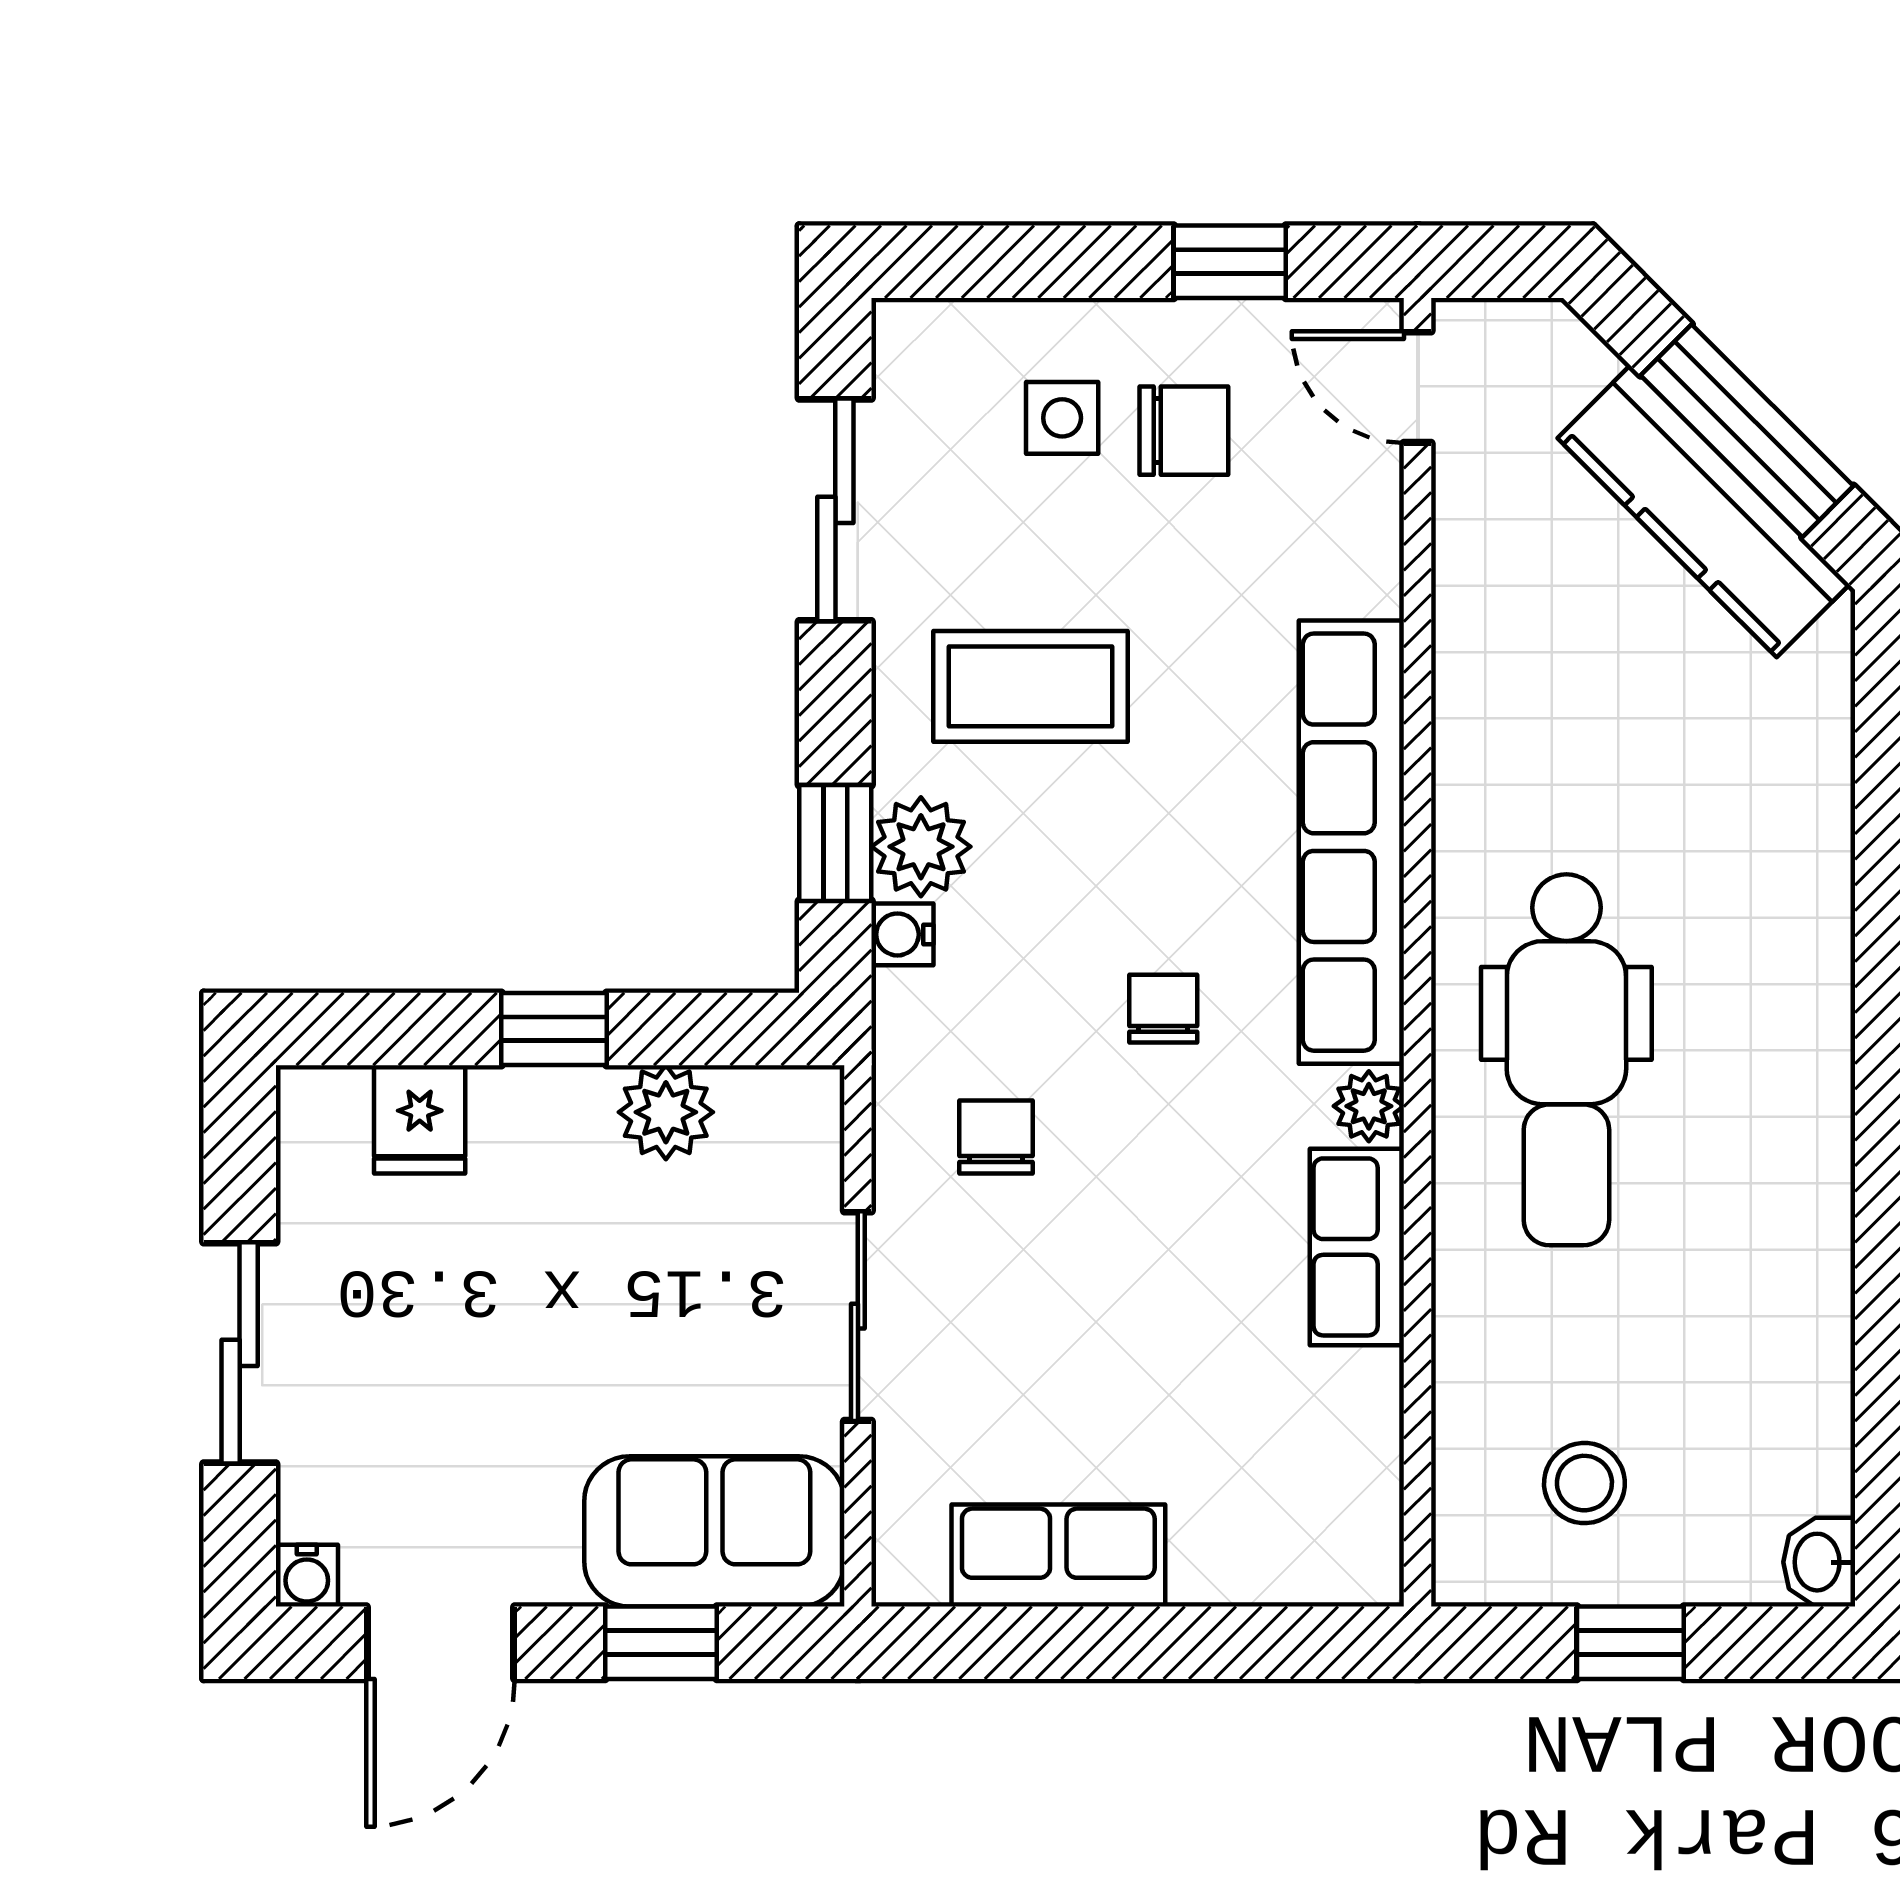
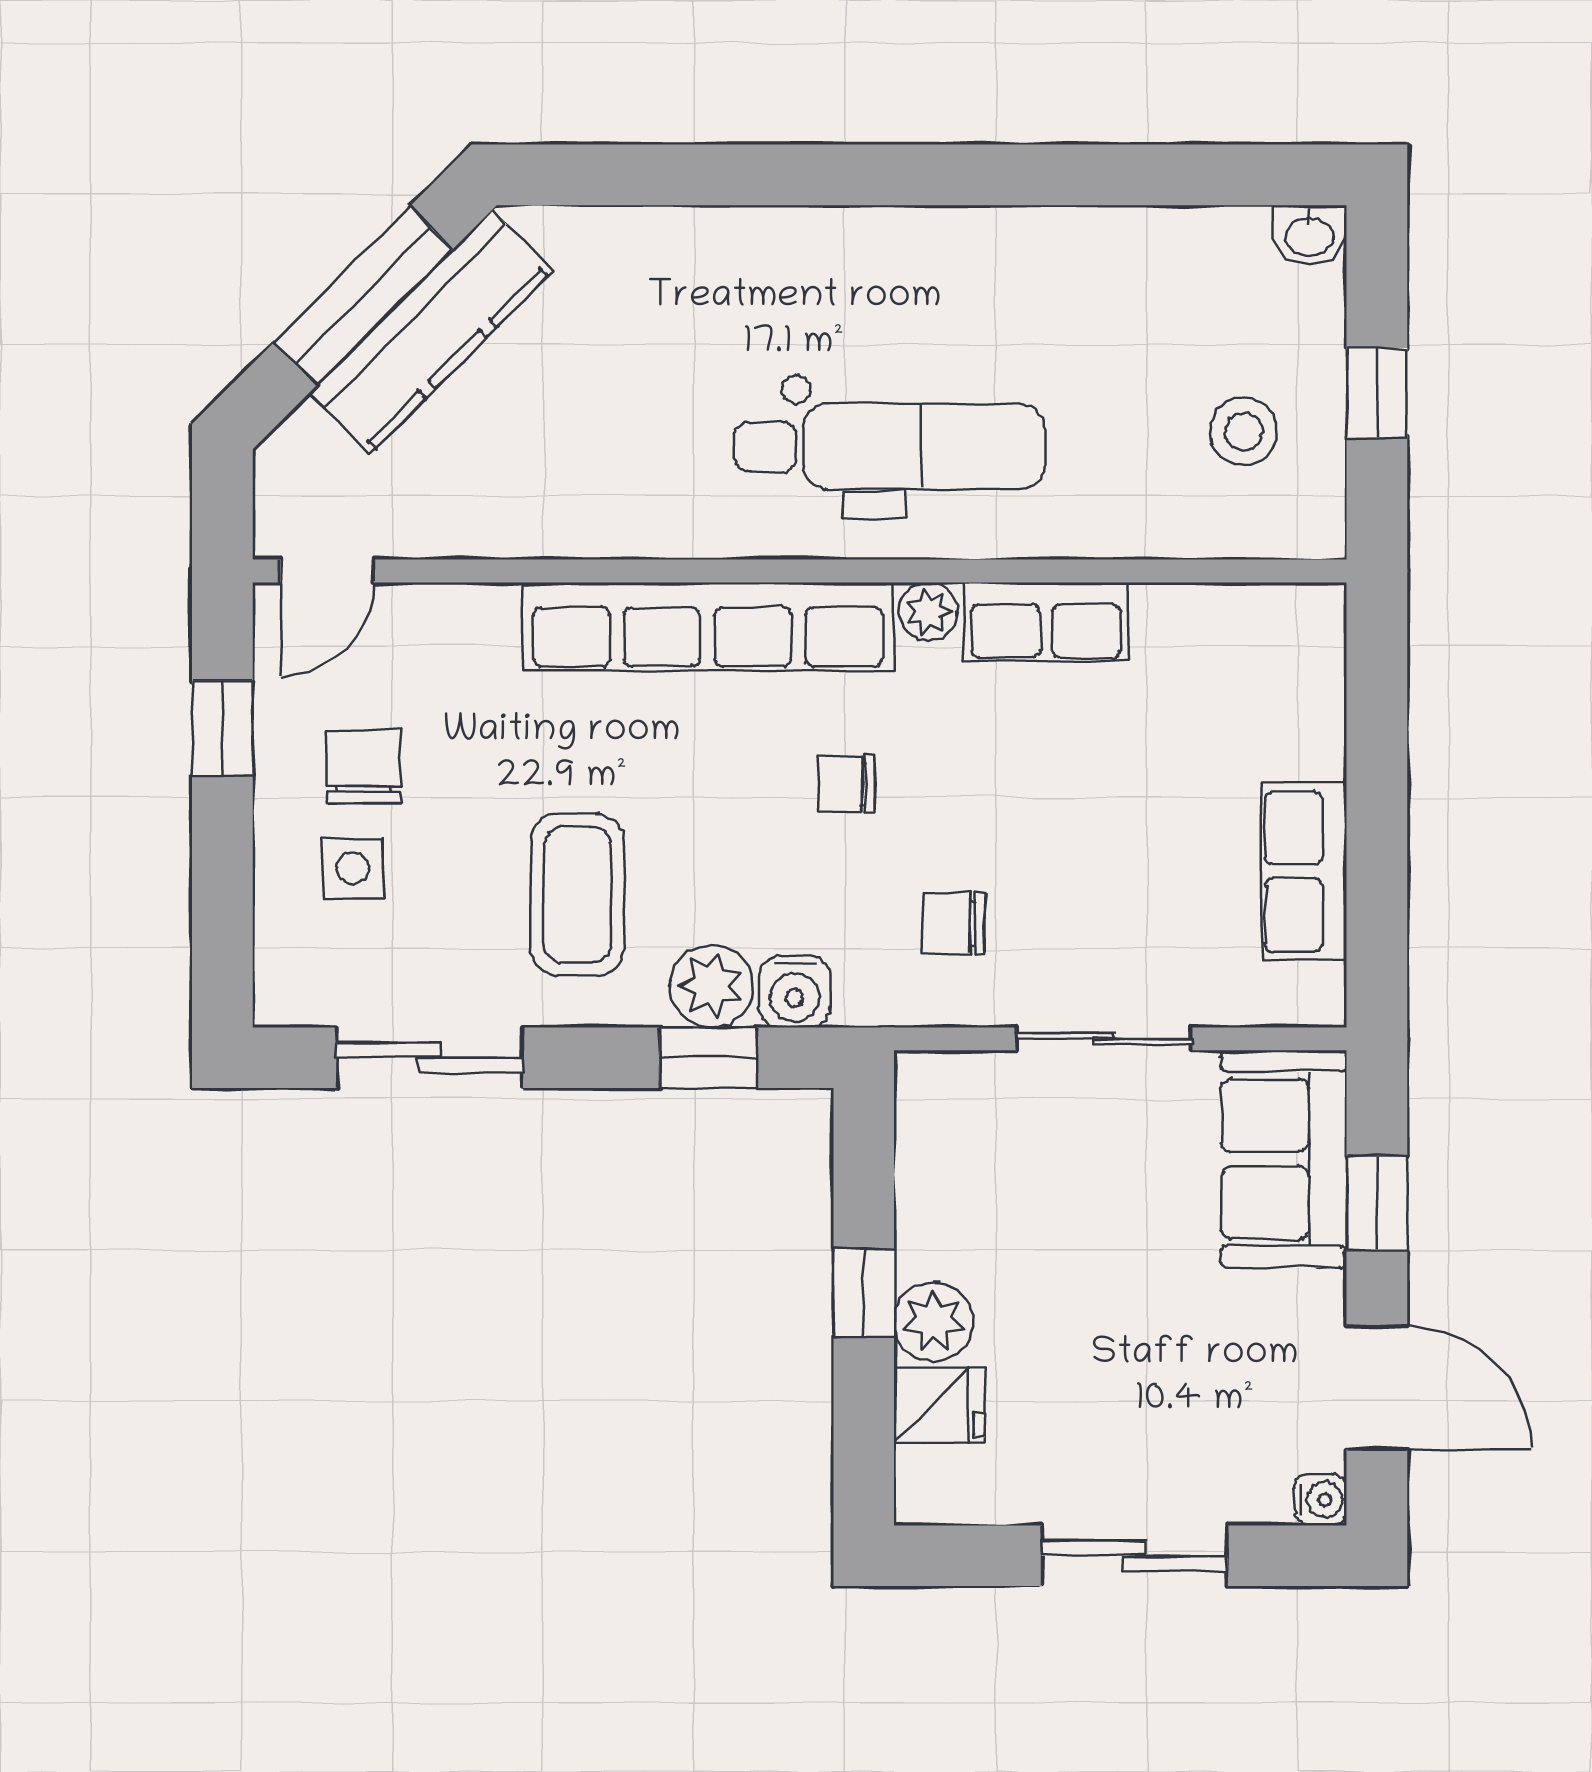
water cooler: (902, 934) -> (795, 992), width x1.38, depth x1.38
plant: (666, 1112) -> (933, 1322), moved

